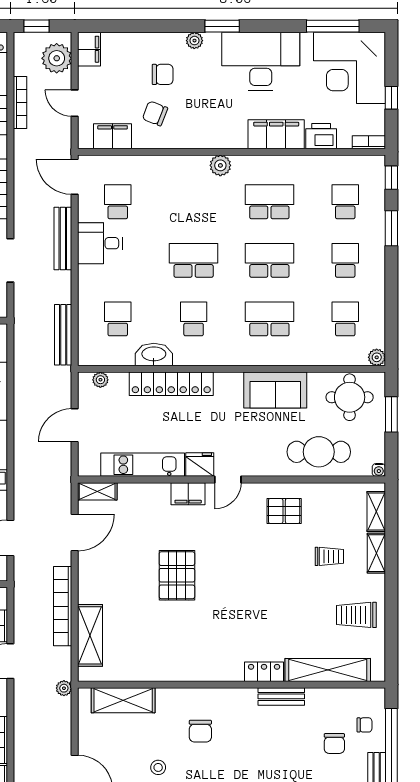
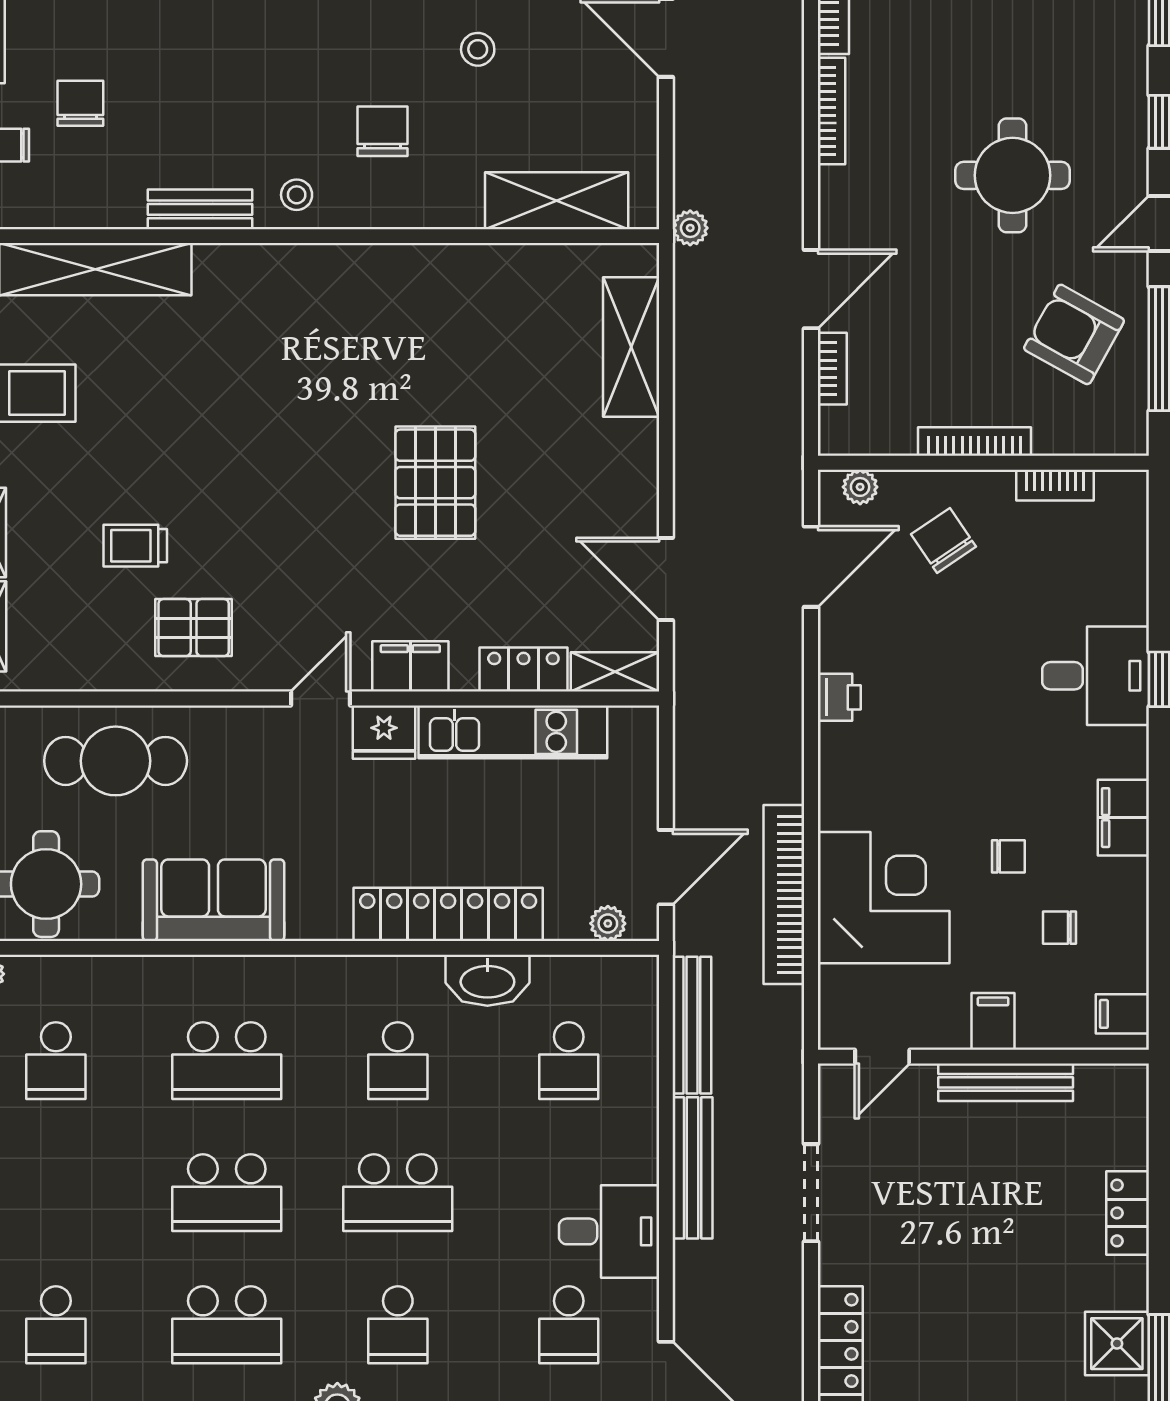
bench: (63, 238) -> (693, 1168), moved
school desk: (345, 260) -> (398, 1325), moved
door: (75, 425) -> (666, 867), moved
door: (75, 532) -> (666, 579), hinge flipped
trolley: (329, 556) -> (135, 546), moved
bookcase: (63, 606) -> (784, 895), moved, turned 180
locker: (264, 672) -> (523, 670), moved, turned 180
stool: (238, 703) -> (297, 195), added

